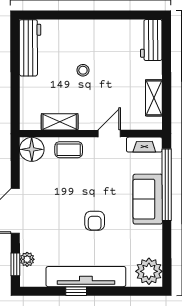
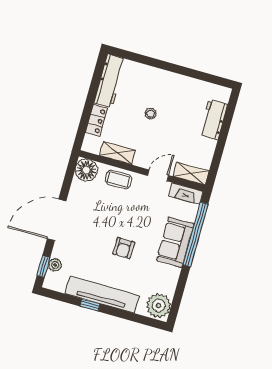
workbench: (151, 40) -> (213, 119), moved
locker: (28, 94) -> (96, 120), added
shelving: (154, 98) -> (191, 174), moved, turned 90

